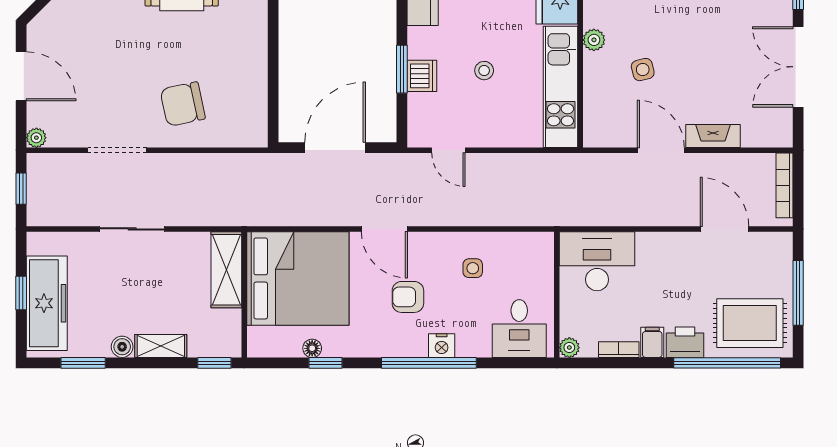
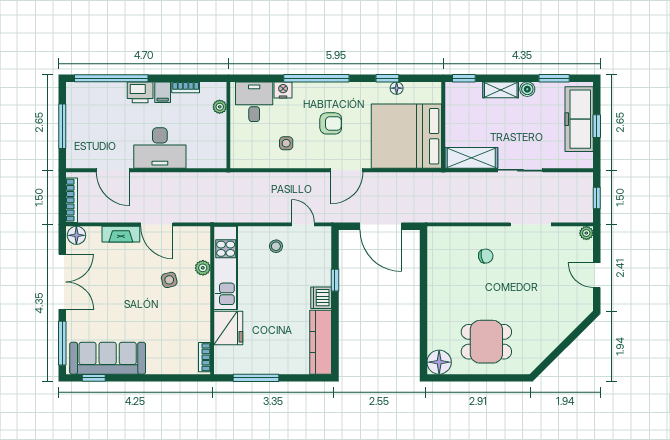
plant: (594, 40) -> (203, 268), moved
window: (402, 69) -> (335, 280), width x0.67
stool: (484, 71) -> (276, 246), moved
door: (21, 76) -> (597, 275), width x0.73
dishwasher: (422, 76) -> (321, 298), moved
chair: (183, 104) -> (486, 256), width x0.54, depth x0.54
floor lamp: (778, 134) -> (76, 235), added
door: (335, 148) -> (381, 226), hinge flipped
door: (384, 229) -> (347, 170), swing flipped
desk: (597, 261) -> (160, 148), moved
shelving: (226, 270) -> (471, 158), moved, turned 90
rug: (750, 323) -> (96, 105), removed
nightstand: (442, 346) -> (283, 90), moved
plant: (569, 348) -> (220, 107), moved

